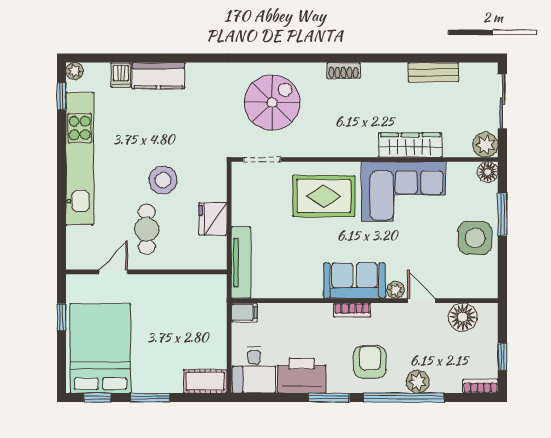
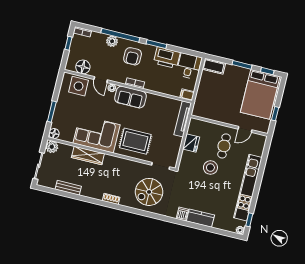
dishwasher: (121, 75) -> (182, 214), moved
side table: (475, 238) -> (79, 86), moved

